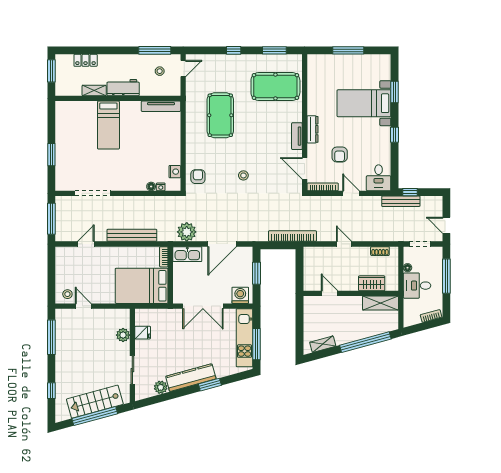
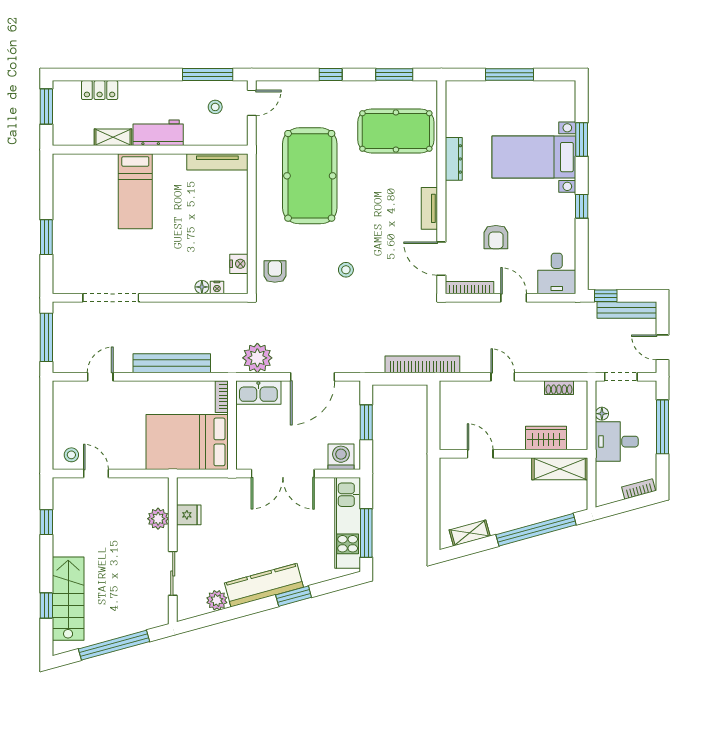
pool table: (220, 115) -> (310, 176), width x1.36, depth x1.32
dresser: (313, 129) -> (454, 159), moved
bench: (401, 201) -> (627, 310), moved
window: (51, 337) -> (46, 522), width x0.46
stairs: (95, 402) -> (68, 599), moved, turned 105

